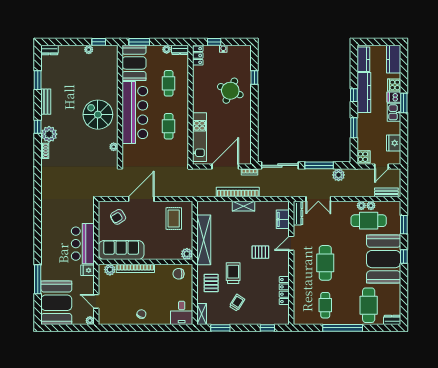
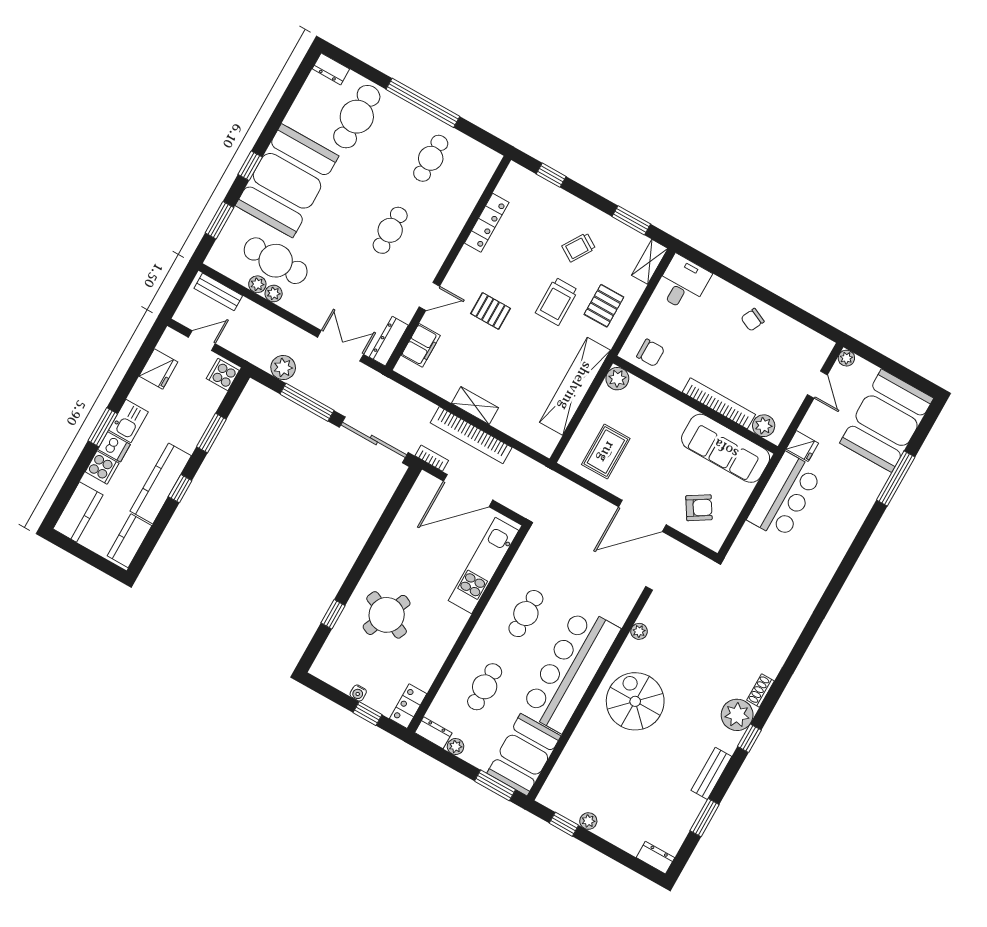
spiral stairs: (98, 115) -> (635, 701), turned 180
cafe table: (325, 263) -> (390, 230), width x0.73, depth x0.74

